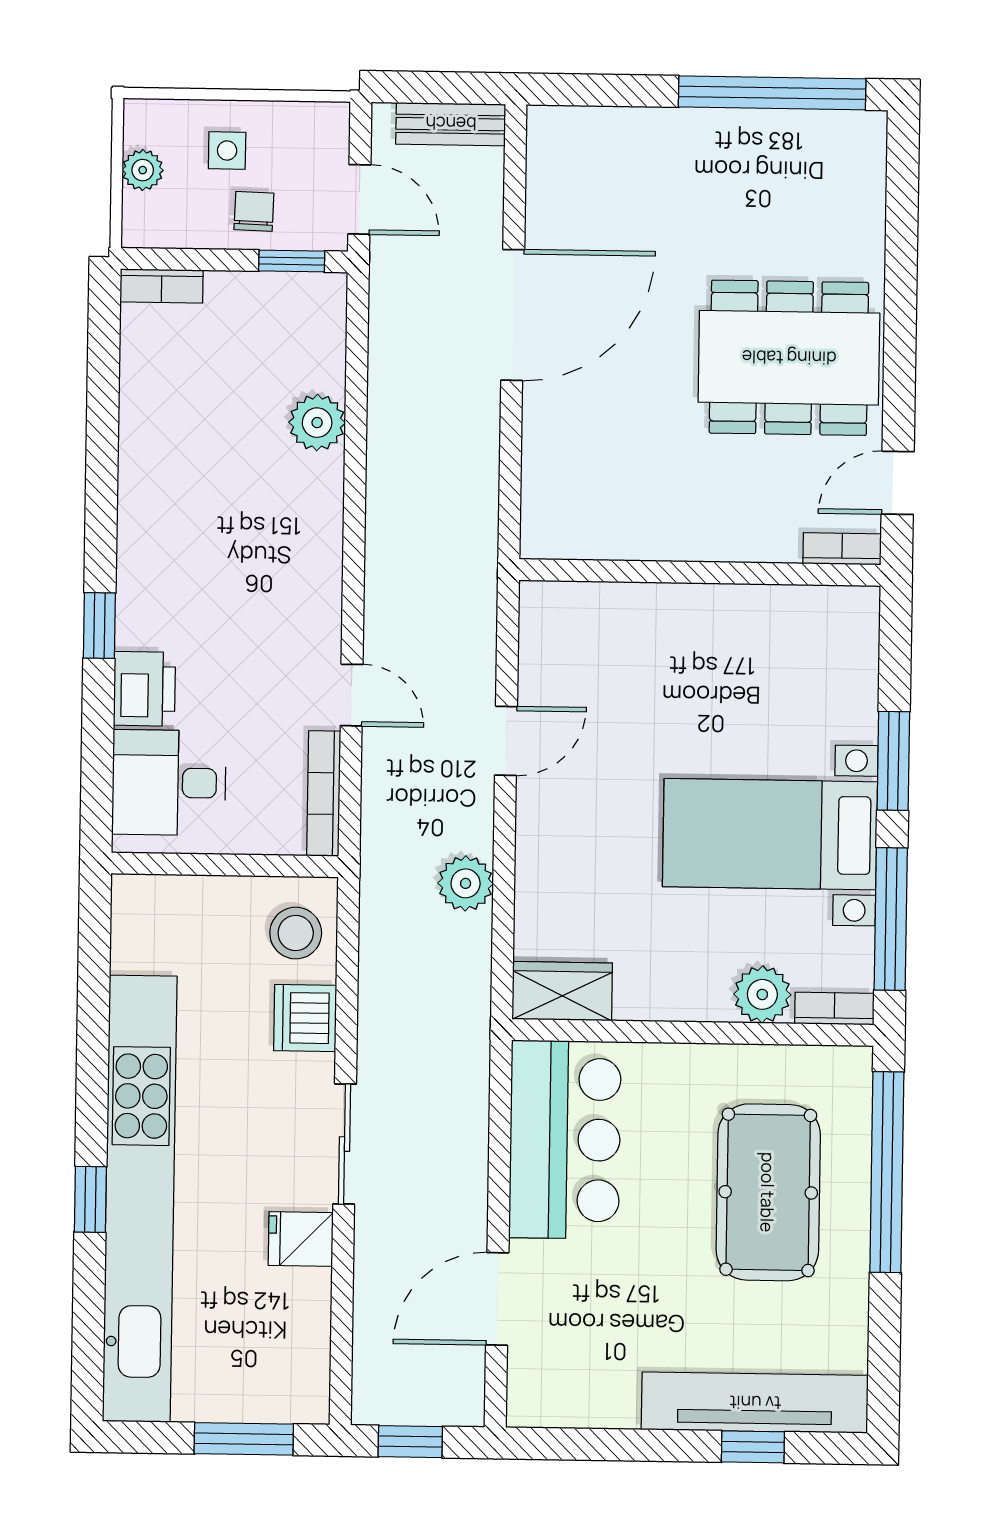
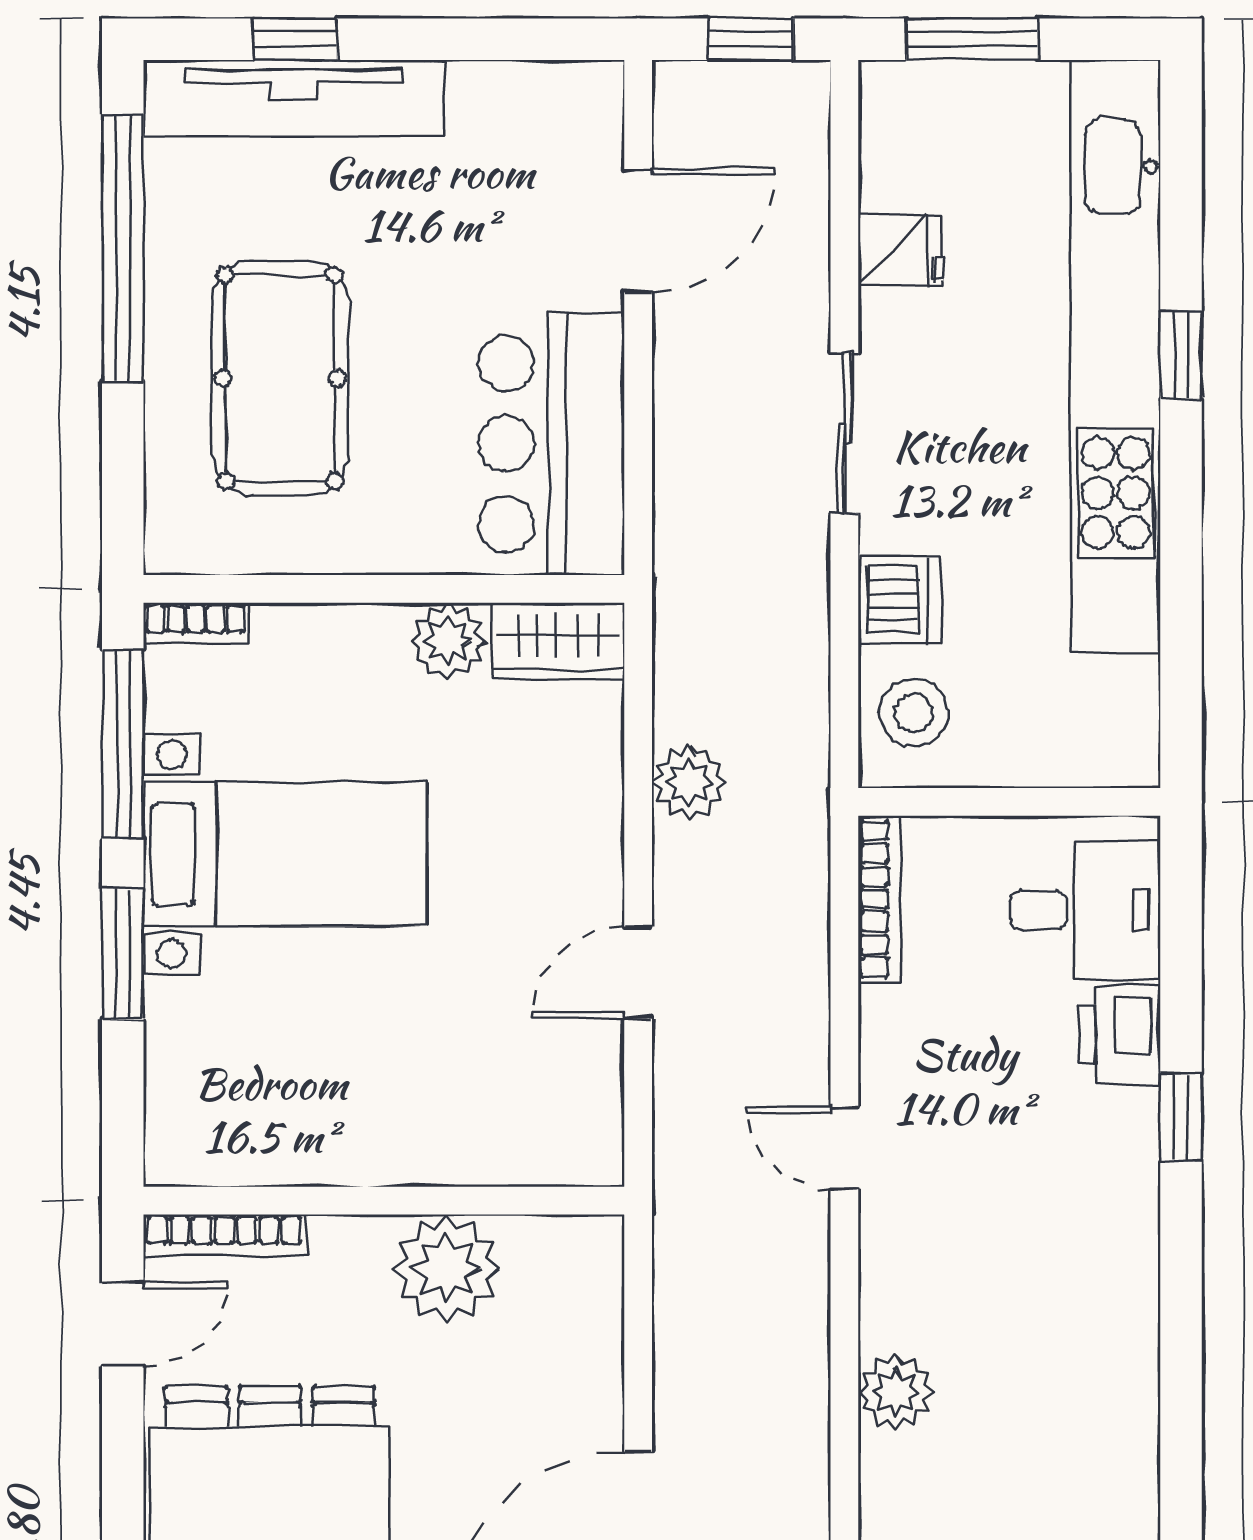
plant: (654, 521) -> (446, 1268), added
bookcase: (842, 549) -> (224, 1235), width x1.56
door: (352, 695) -> (844, 1148), moved
plant: (762, 994) -> (448, 641), moved
window: (887, 1172) -> (123, 248), moved
fridge: (301, 1239) -> (901, 250), moved

